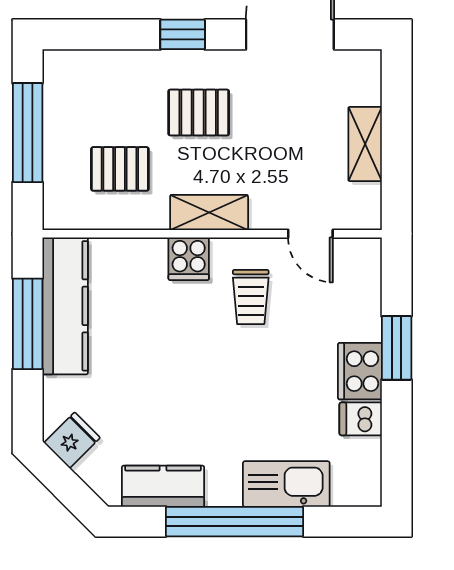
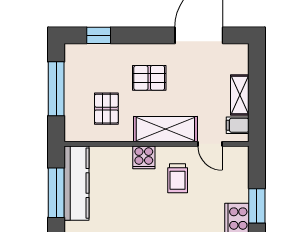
window: (183, 34) -> (99, 35), moved
pallet: (120, 169) -> (106, 109), turned 90
filing cabinet: (361, 200) -> (238, 125), added
shelving: (209, 212) -> (165, 129), width x1.50, depth x1.33

